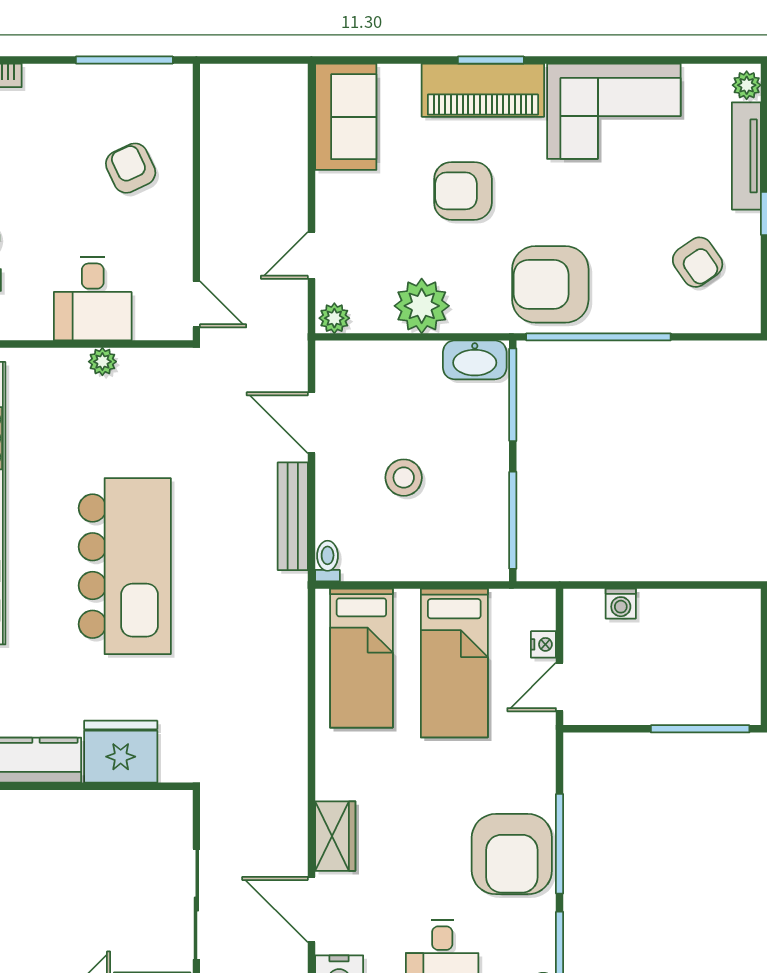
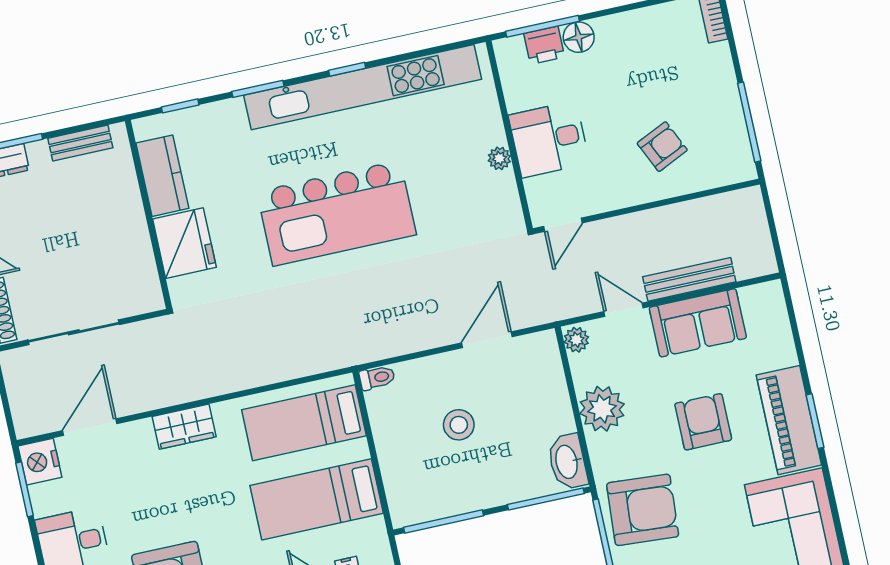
sofa: (346, 117) -> (698, 323), moved
armchair: (550, 284) -> (643, 510), turned 94
bench: (293, 516) -> (689, 279), moved
wardrobe: (335, 836) -> (184, 427), moved

